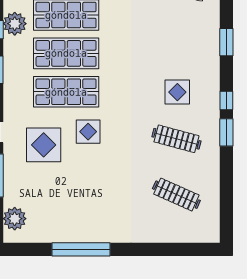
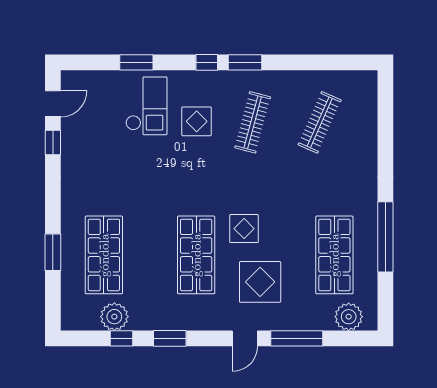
checkout: (190, 50) -> (146, 106), added
shop shelf: (66, 53) -> (334, 255), moved

